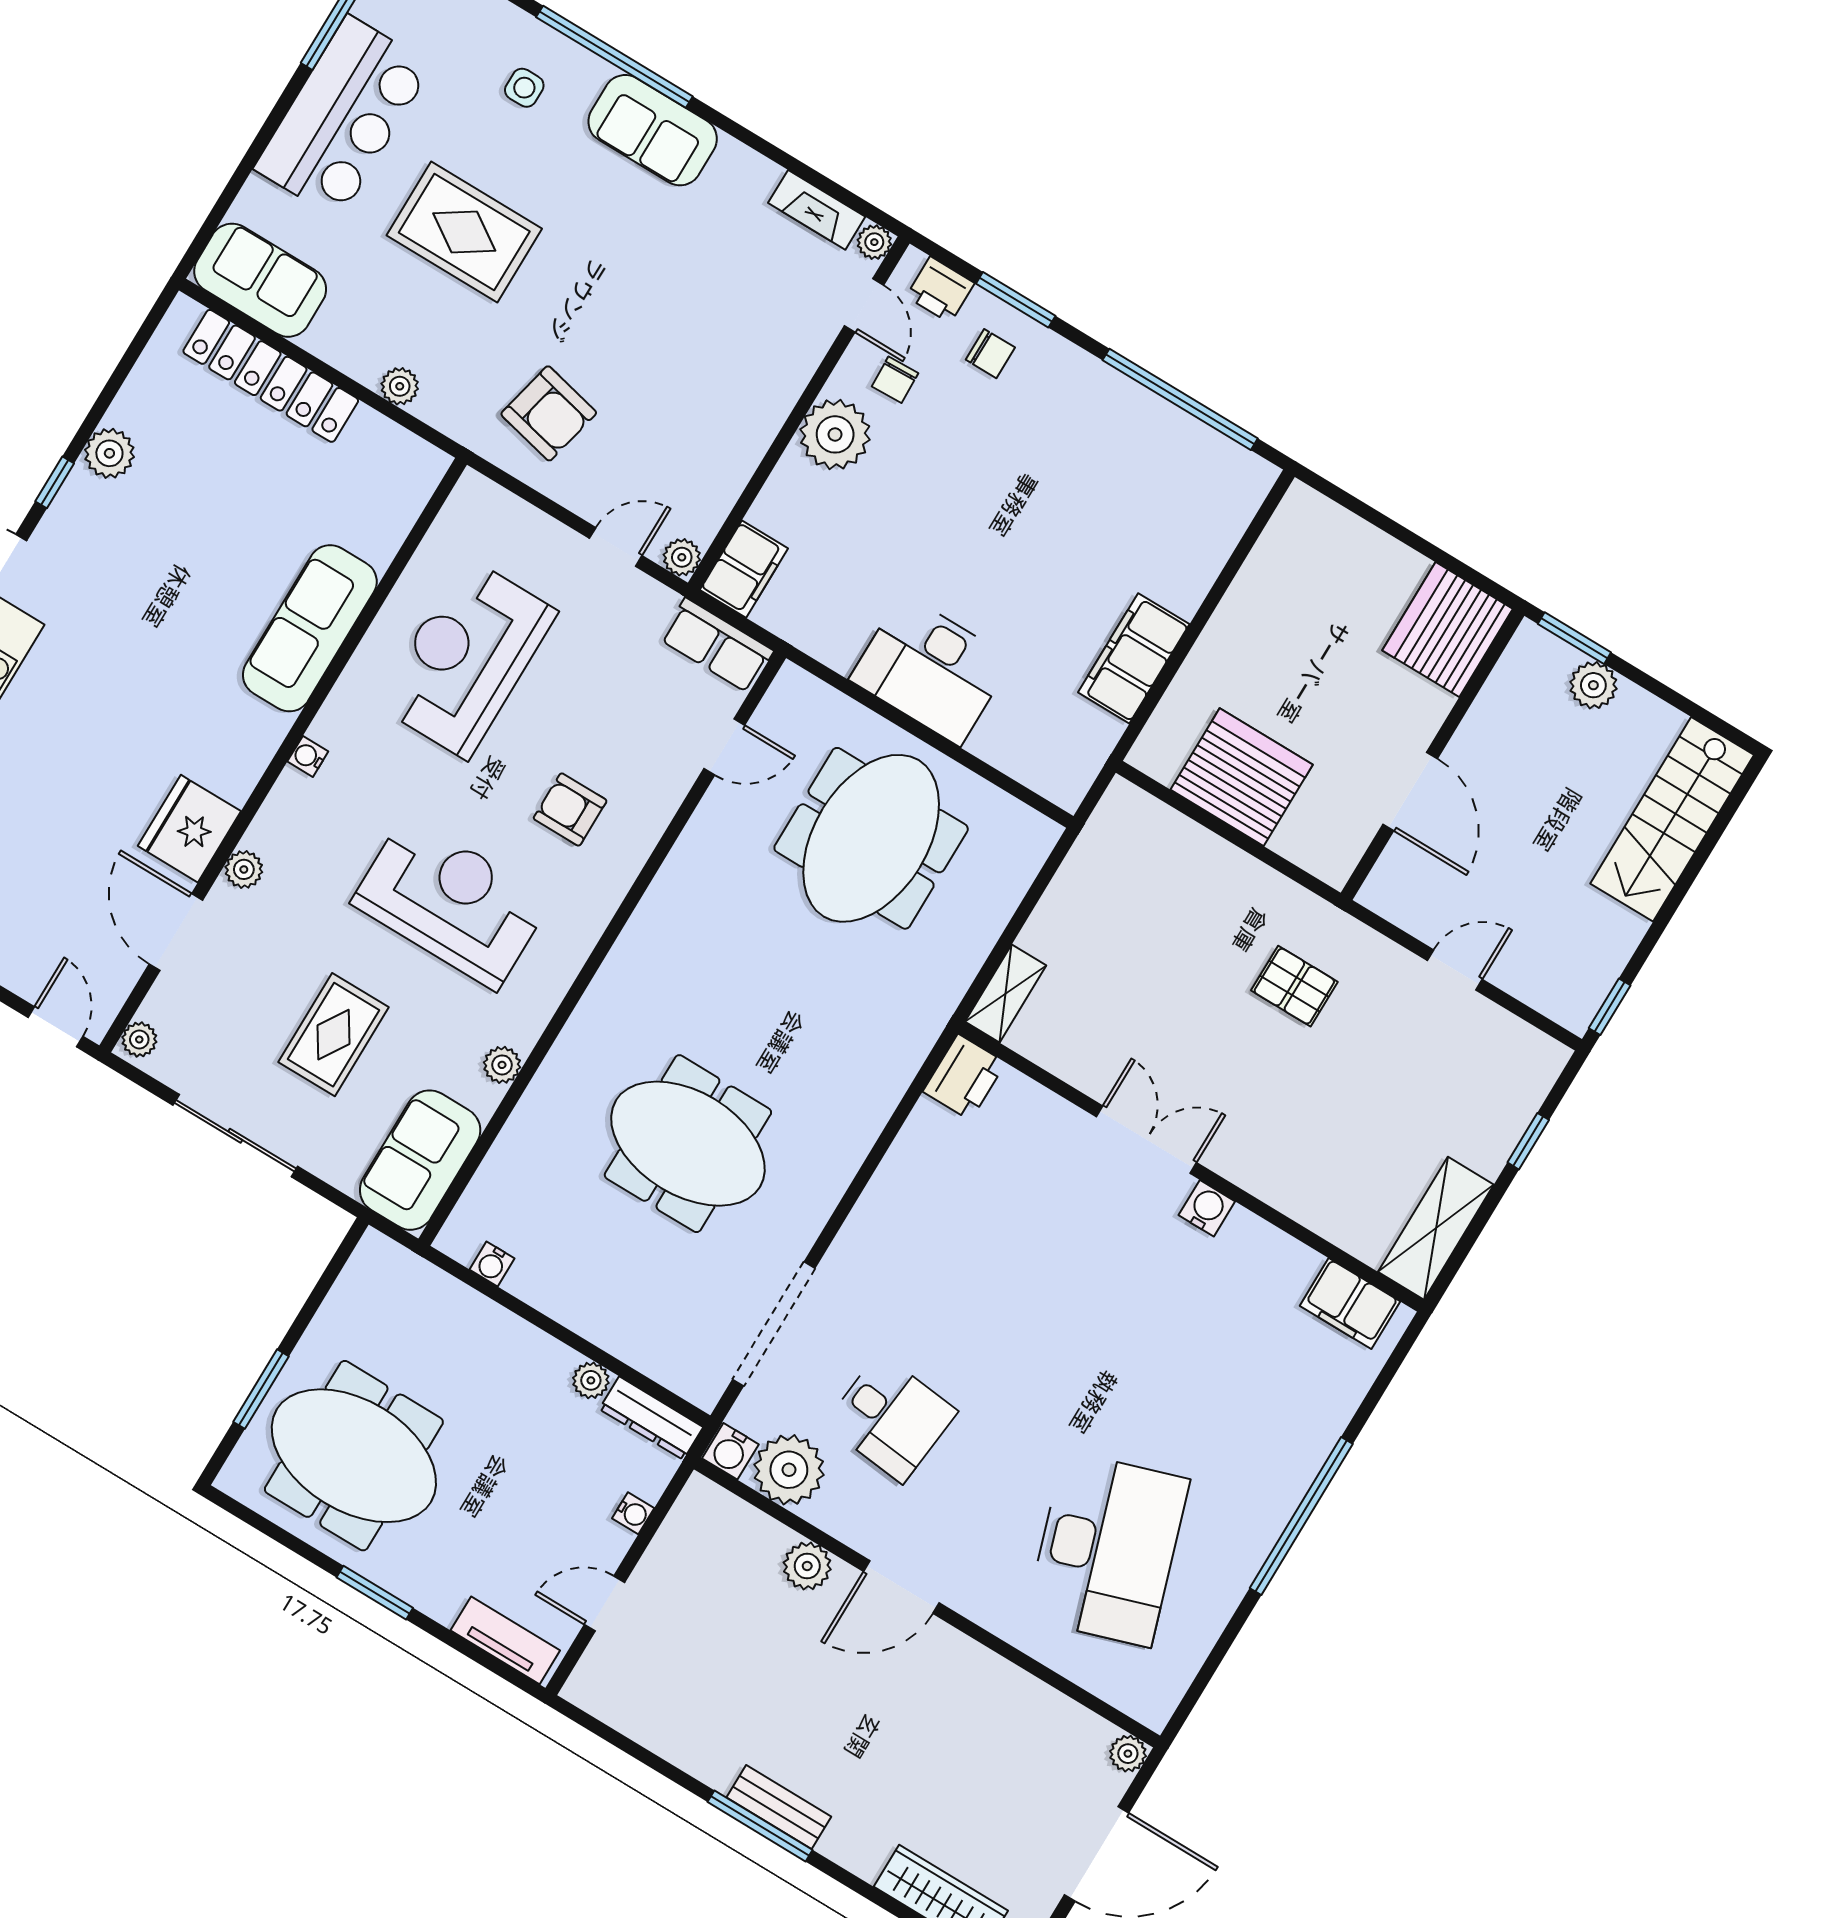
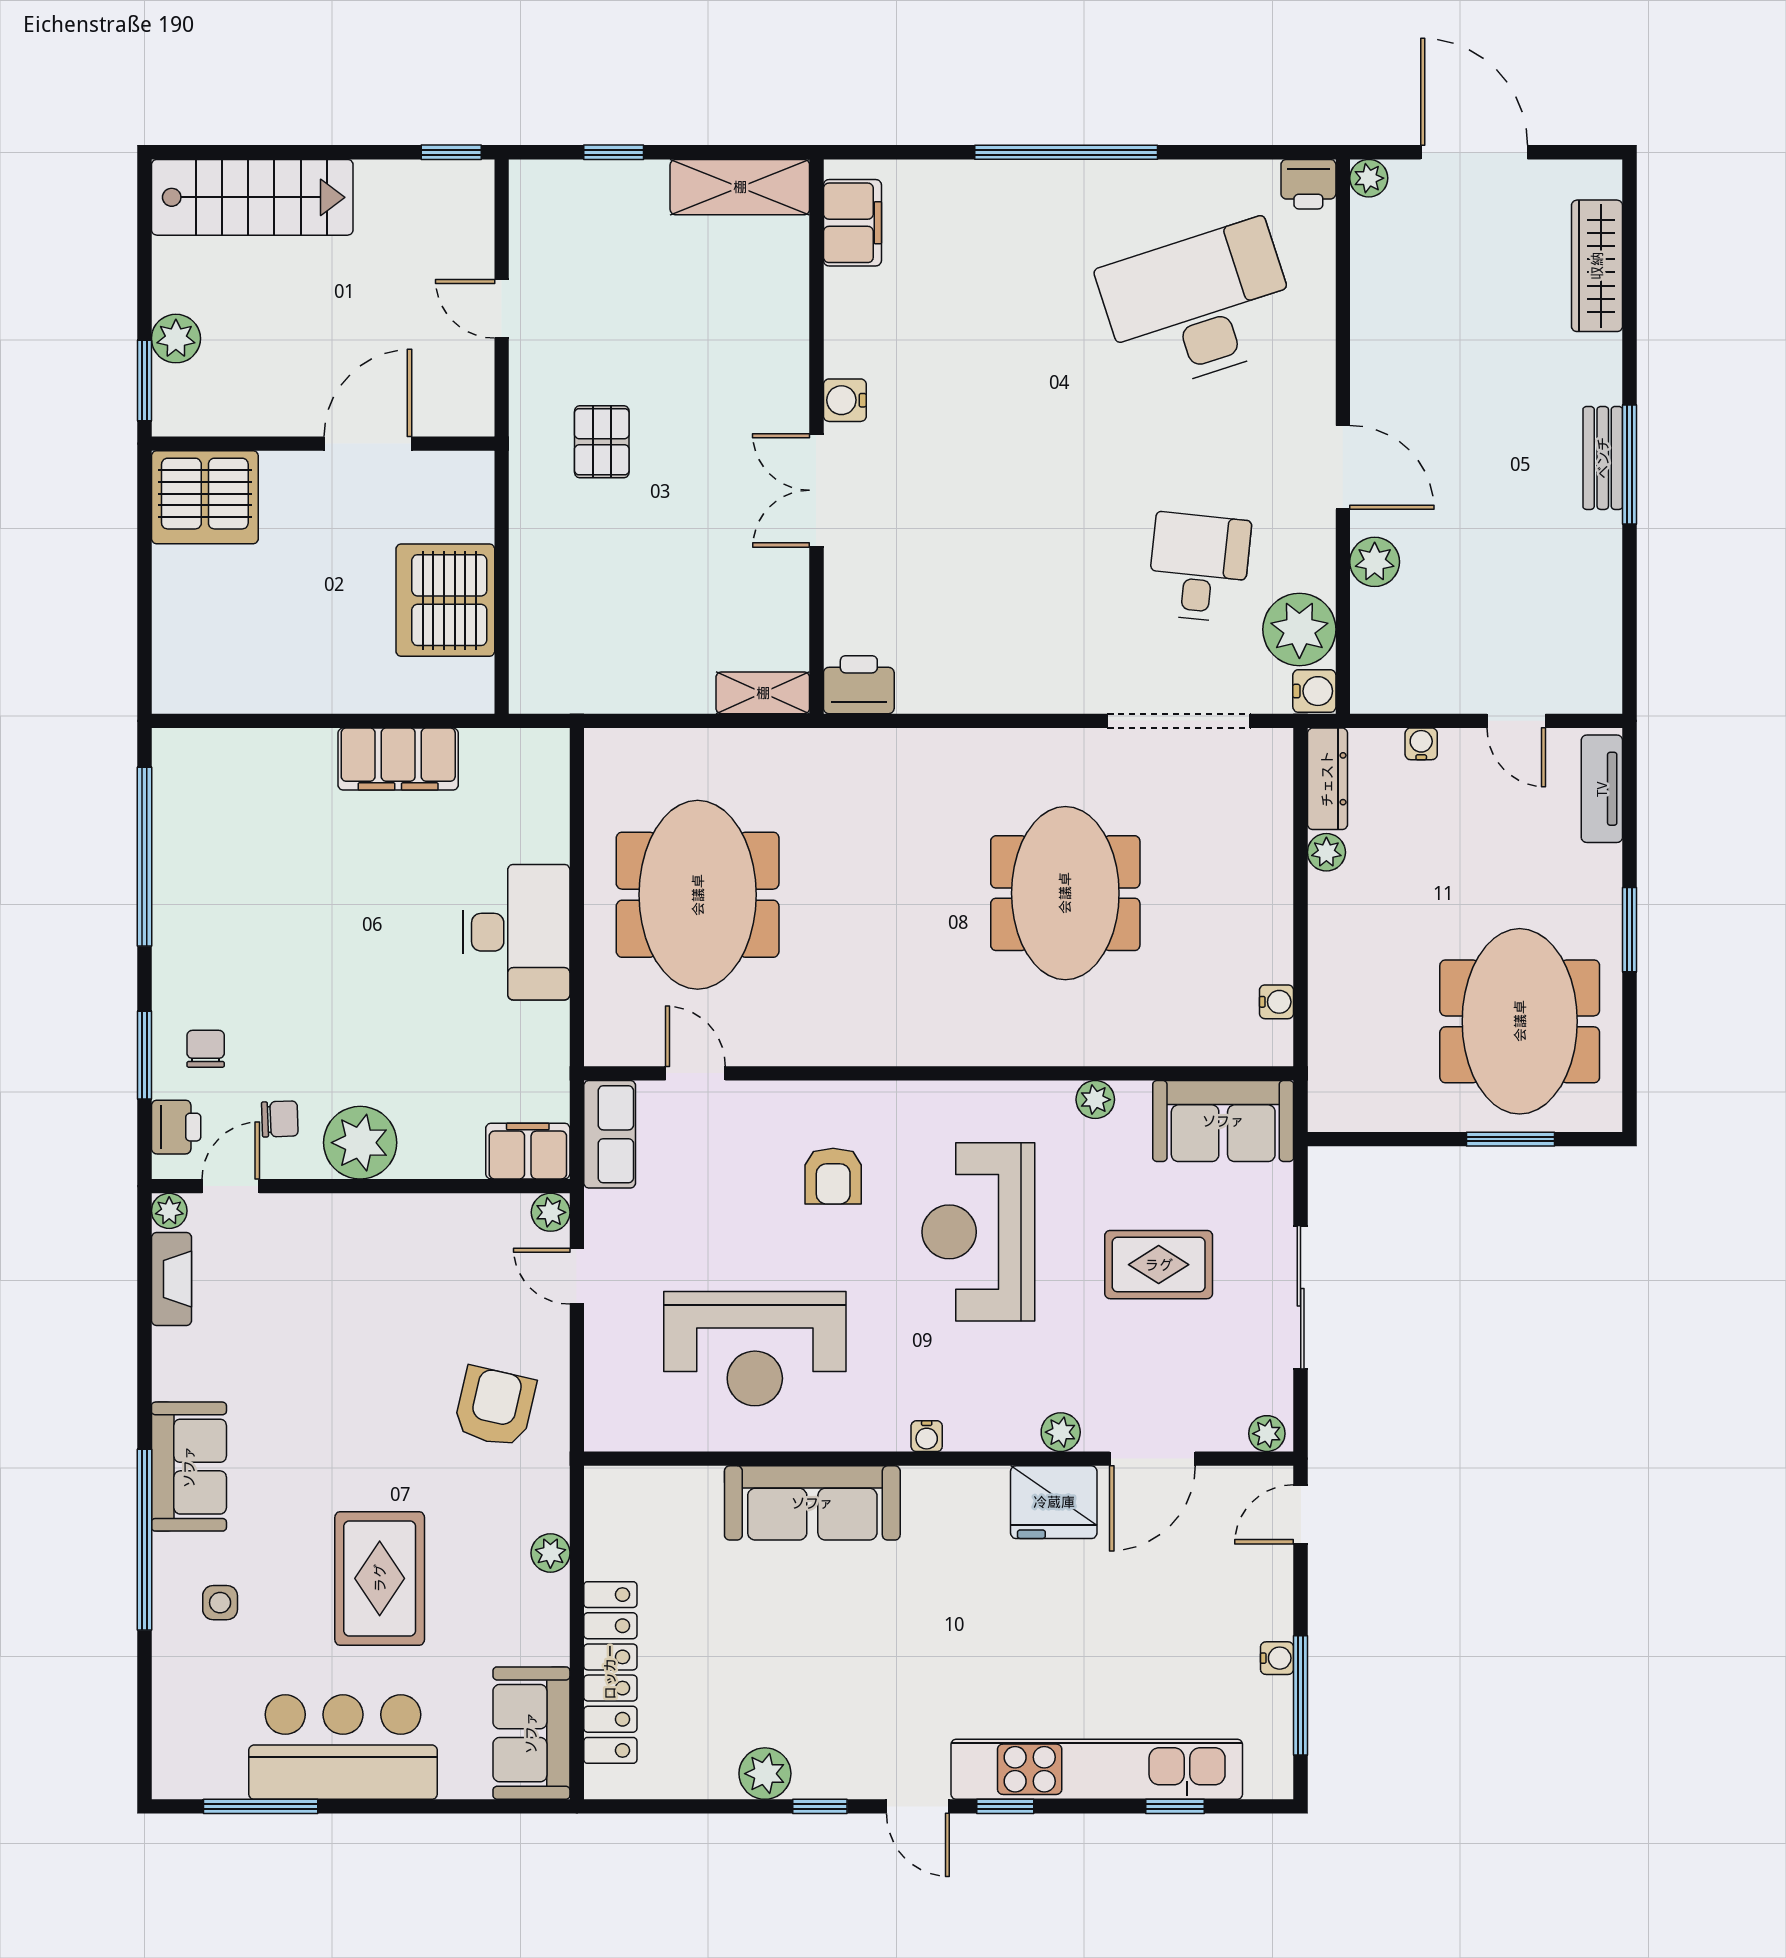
meeting table: (871, 838) -> (698, 895), turned 90
printer: (1153, 1701) -> (1308, 184), added

